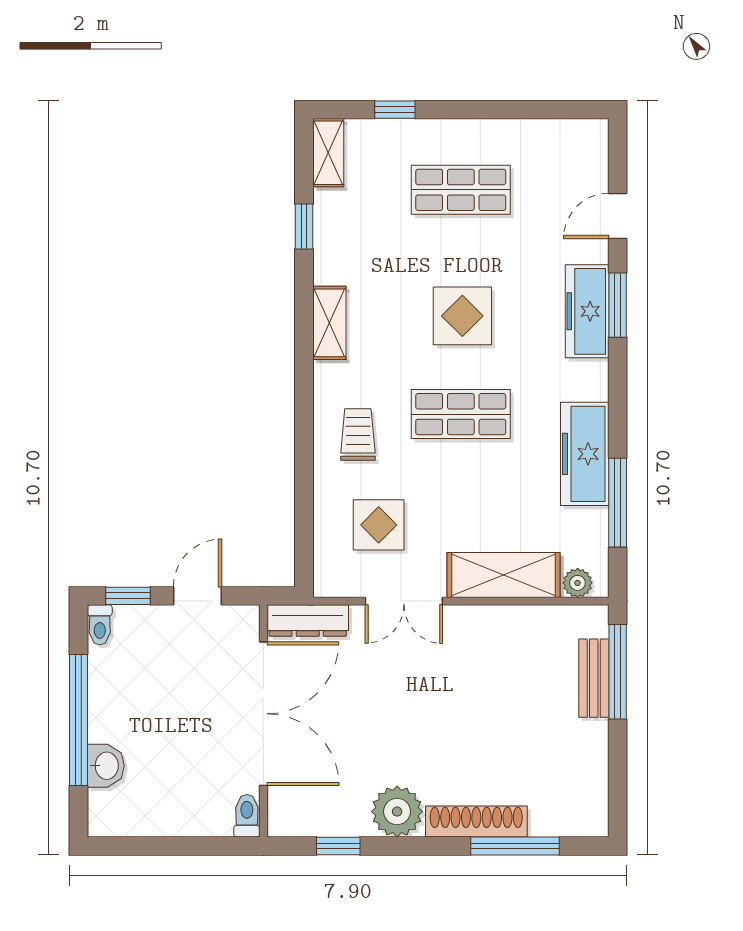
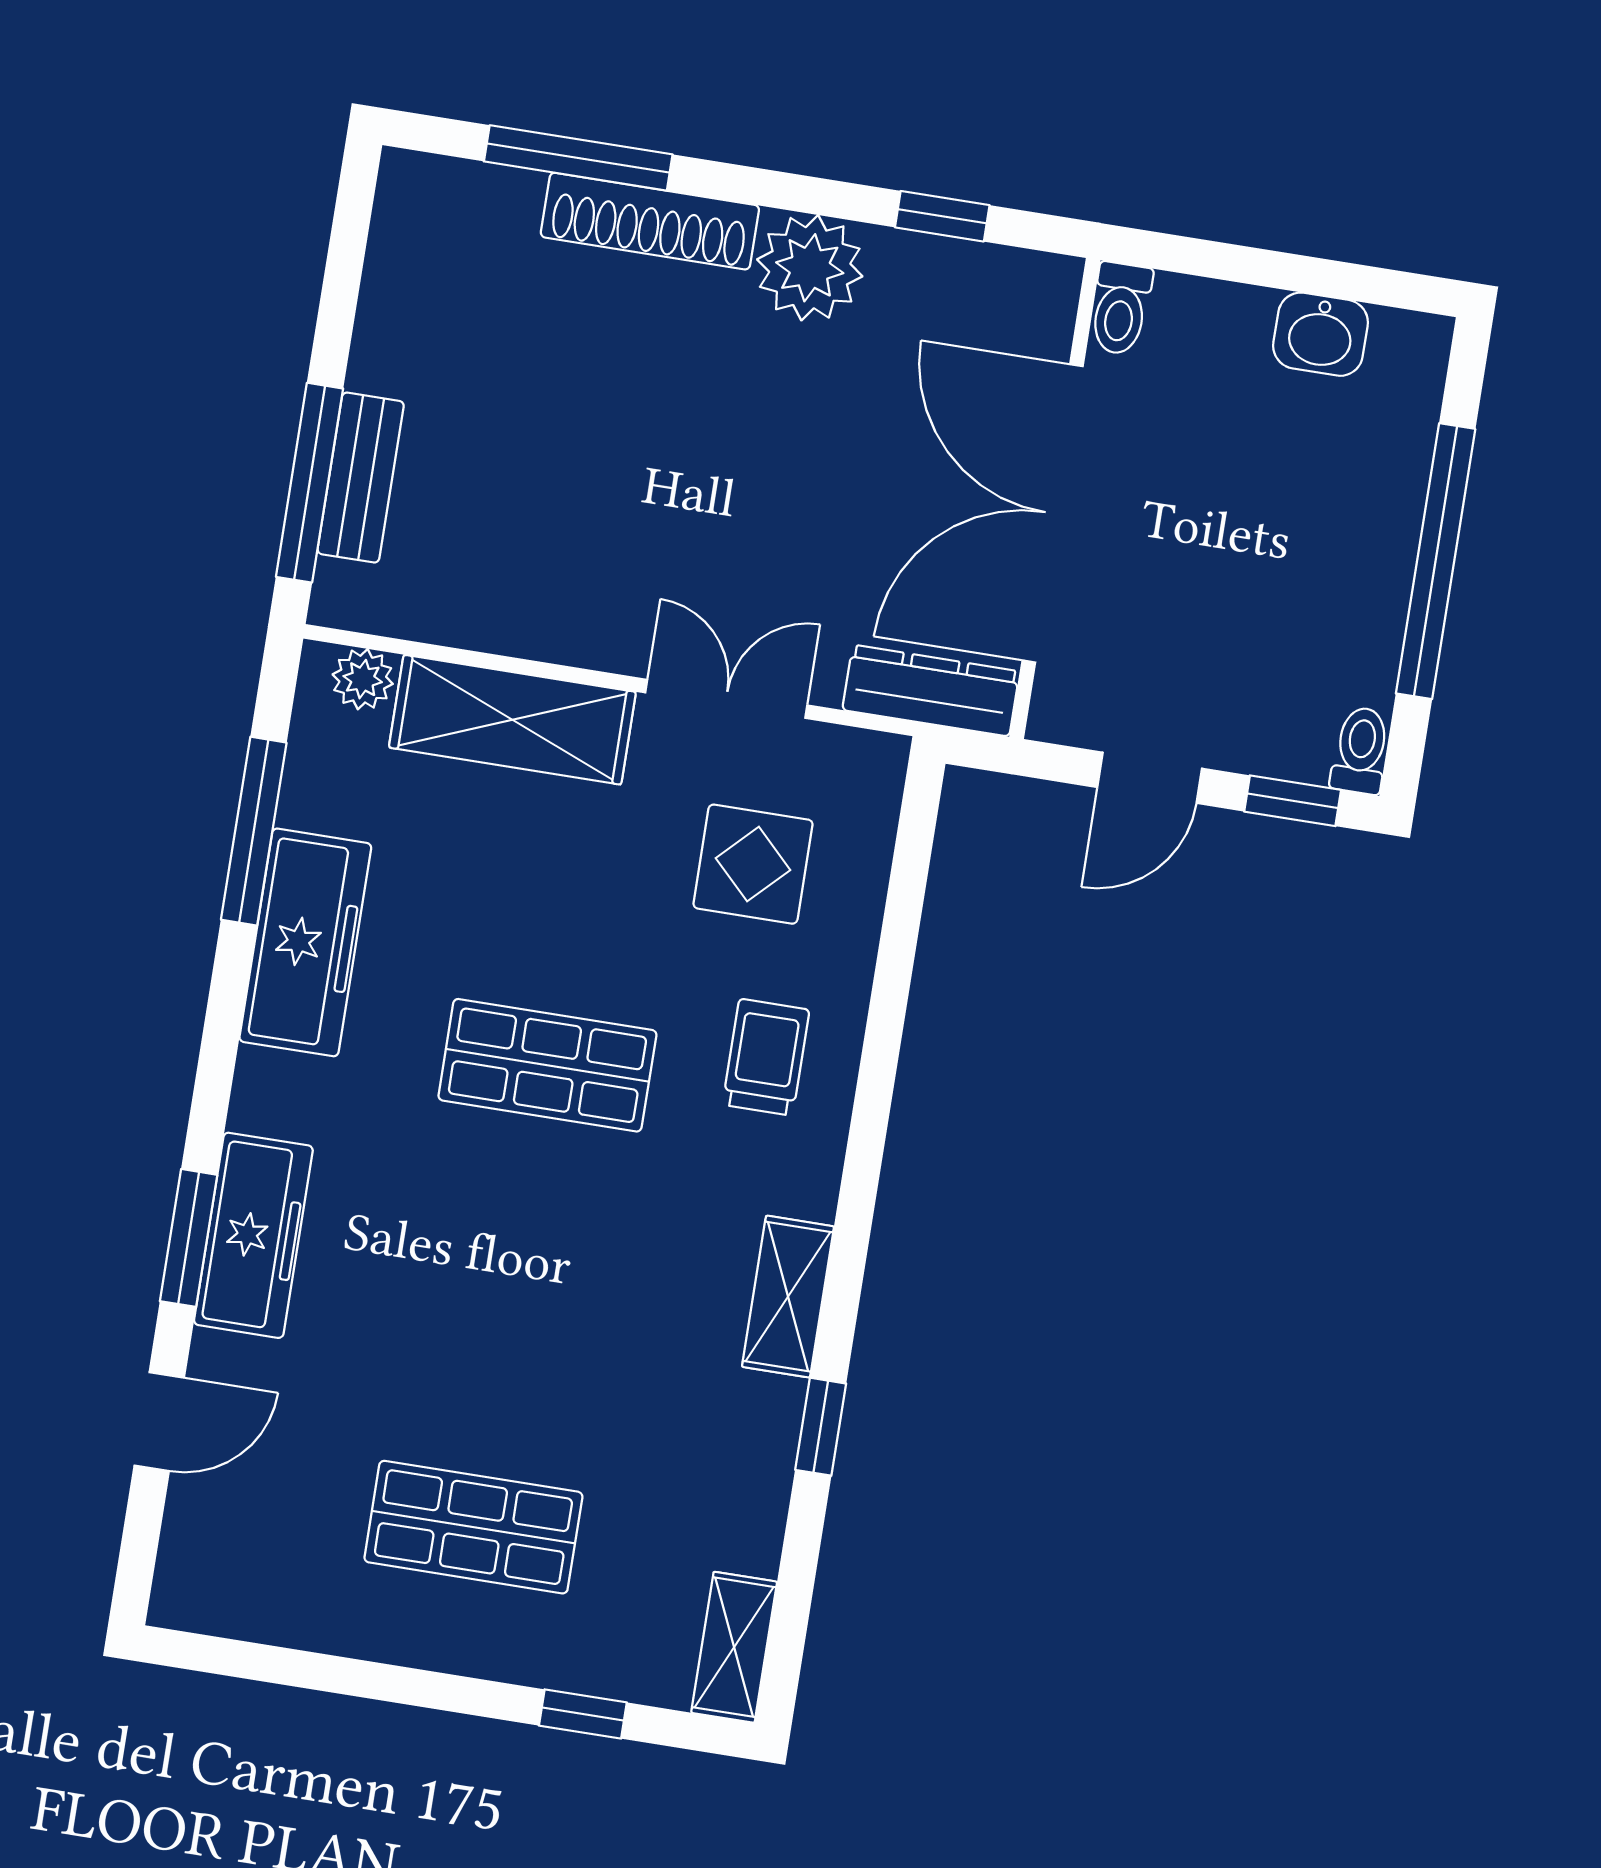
window: (304, 227) -> (821, 1427), moved
display table: (462, 316) -> (512, 1267), removed
trolley: (358, 434) -> (766, 1057), turned 180
washbasin: (106, 766) -> (1321, 334), moved, turned -90

